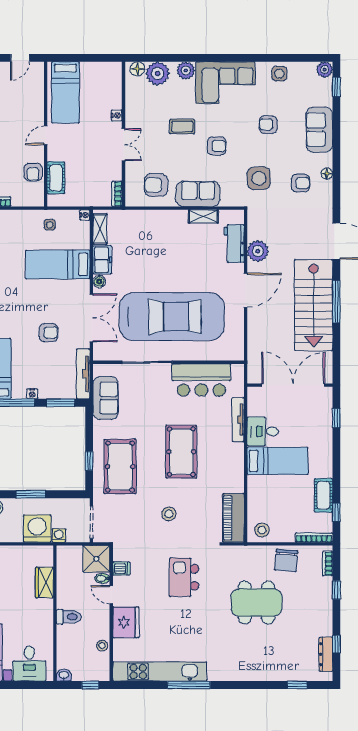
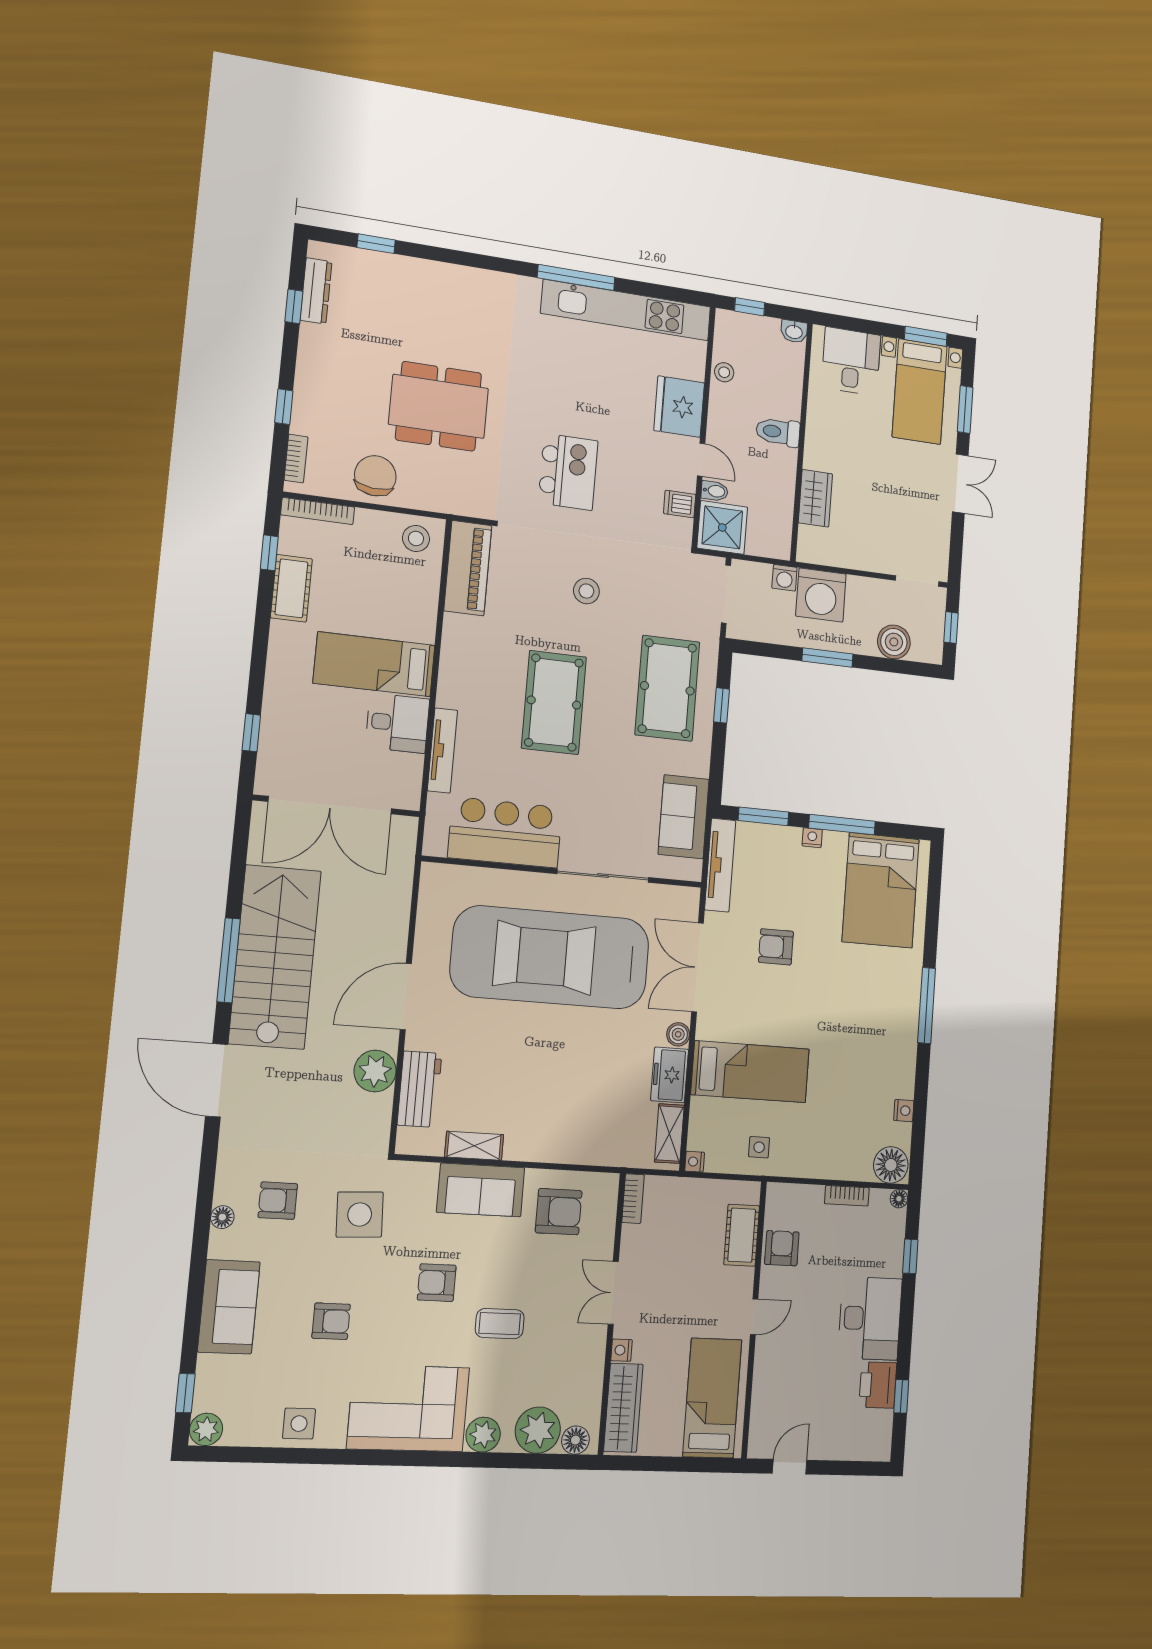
wardrobe: (113, 86) -> (623, 1408), added

